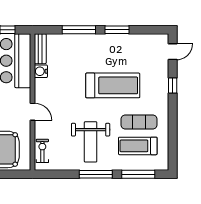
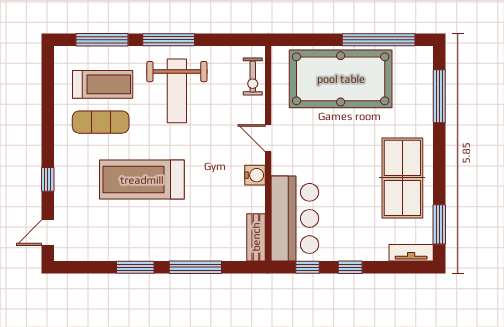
water cooler: (41, 71) -> (255, 175), moved
weight bench: (91, 142) -> (177, 91), turned 180

